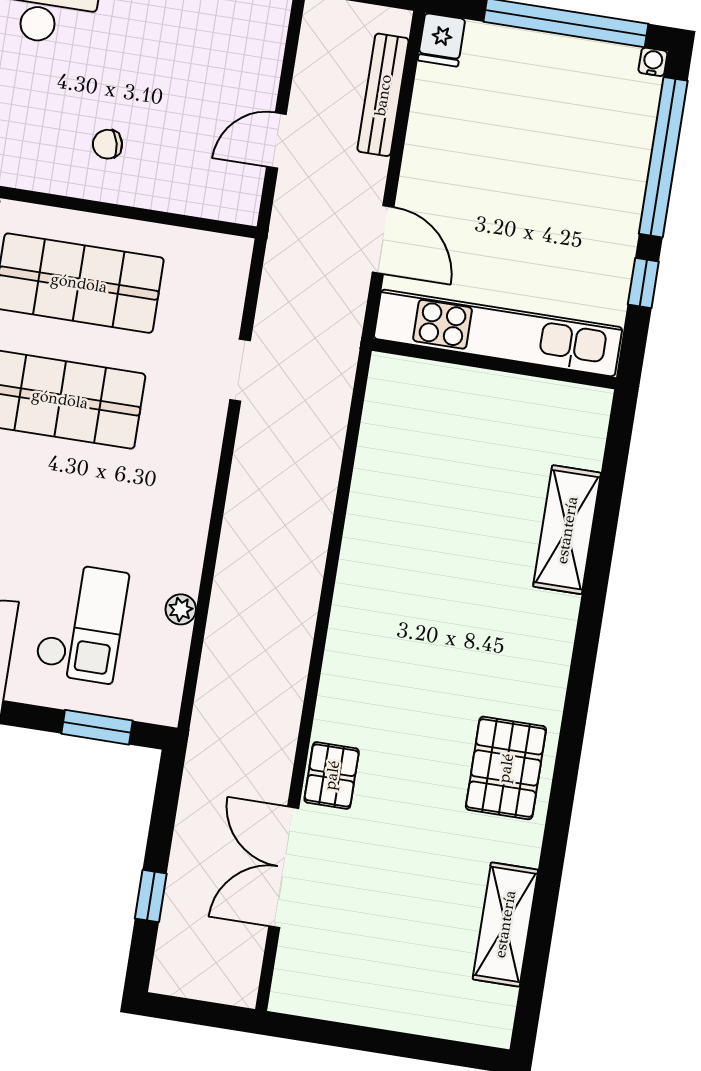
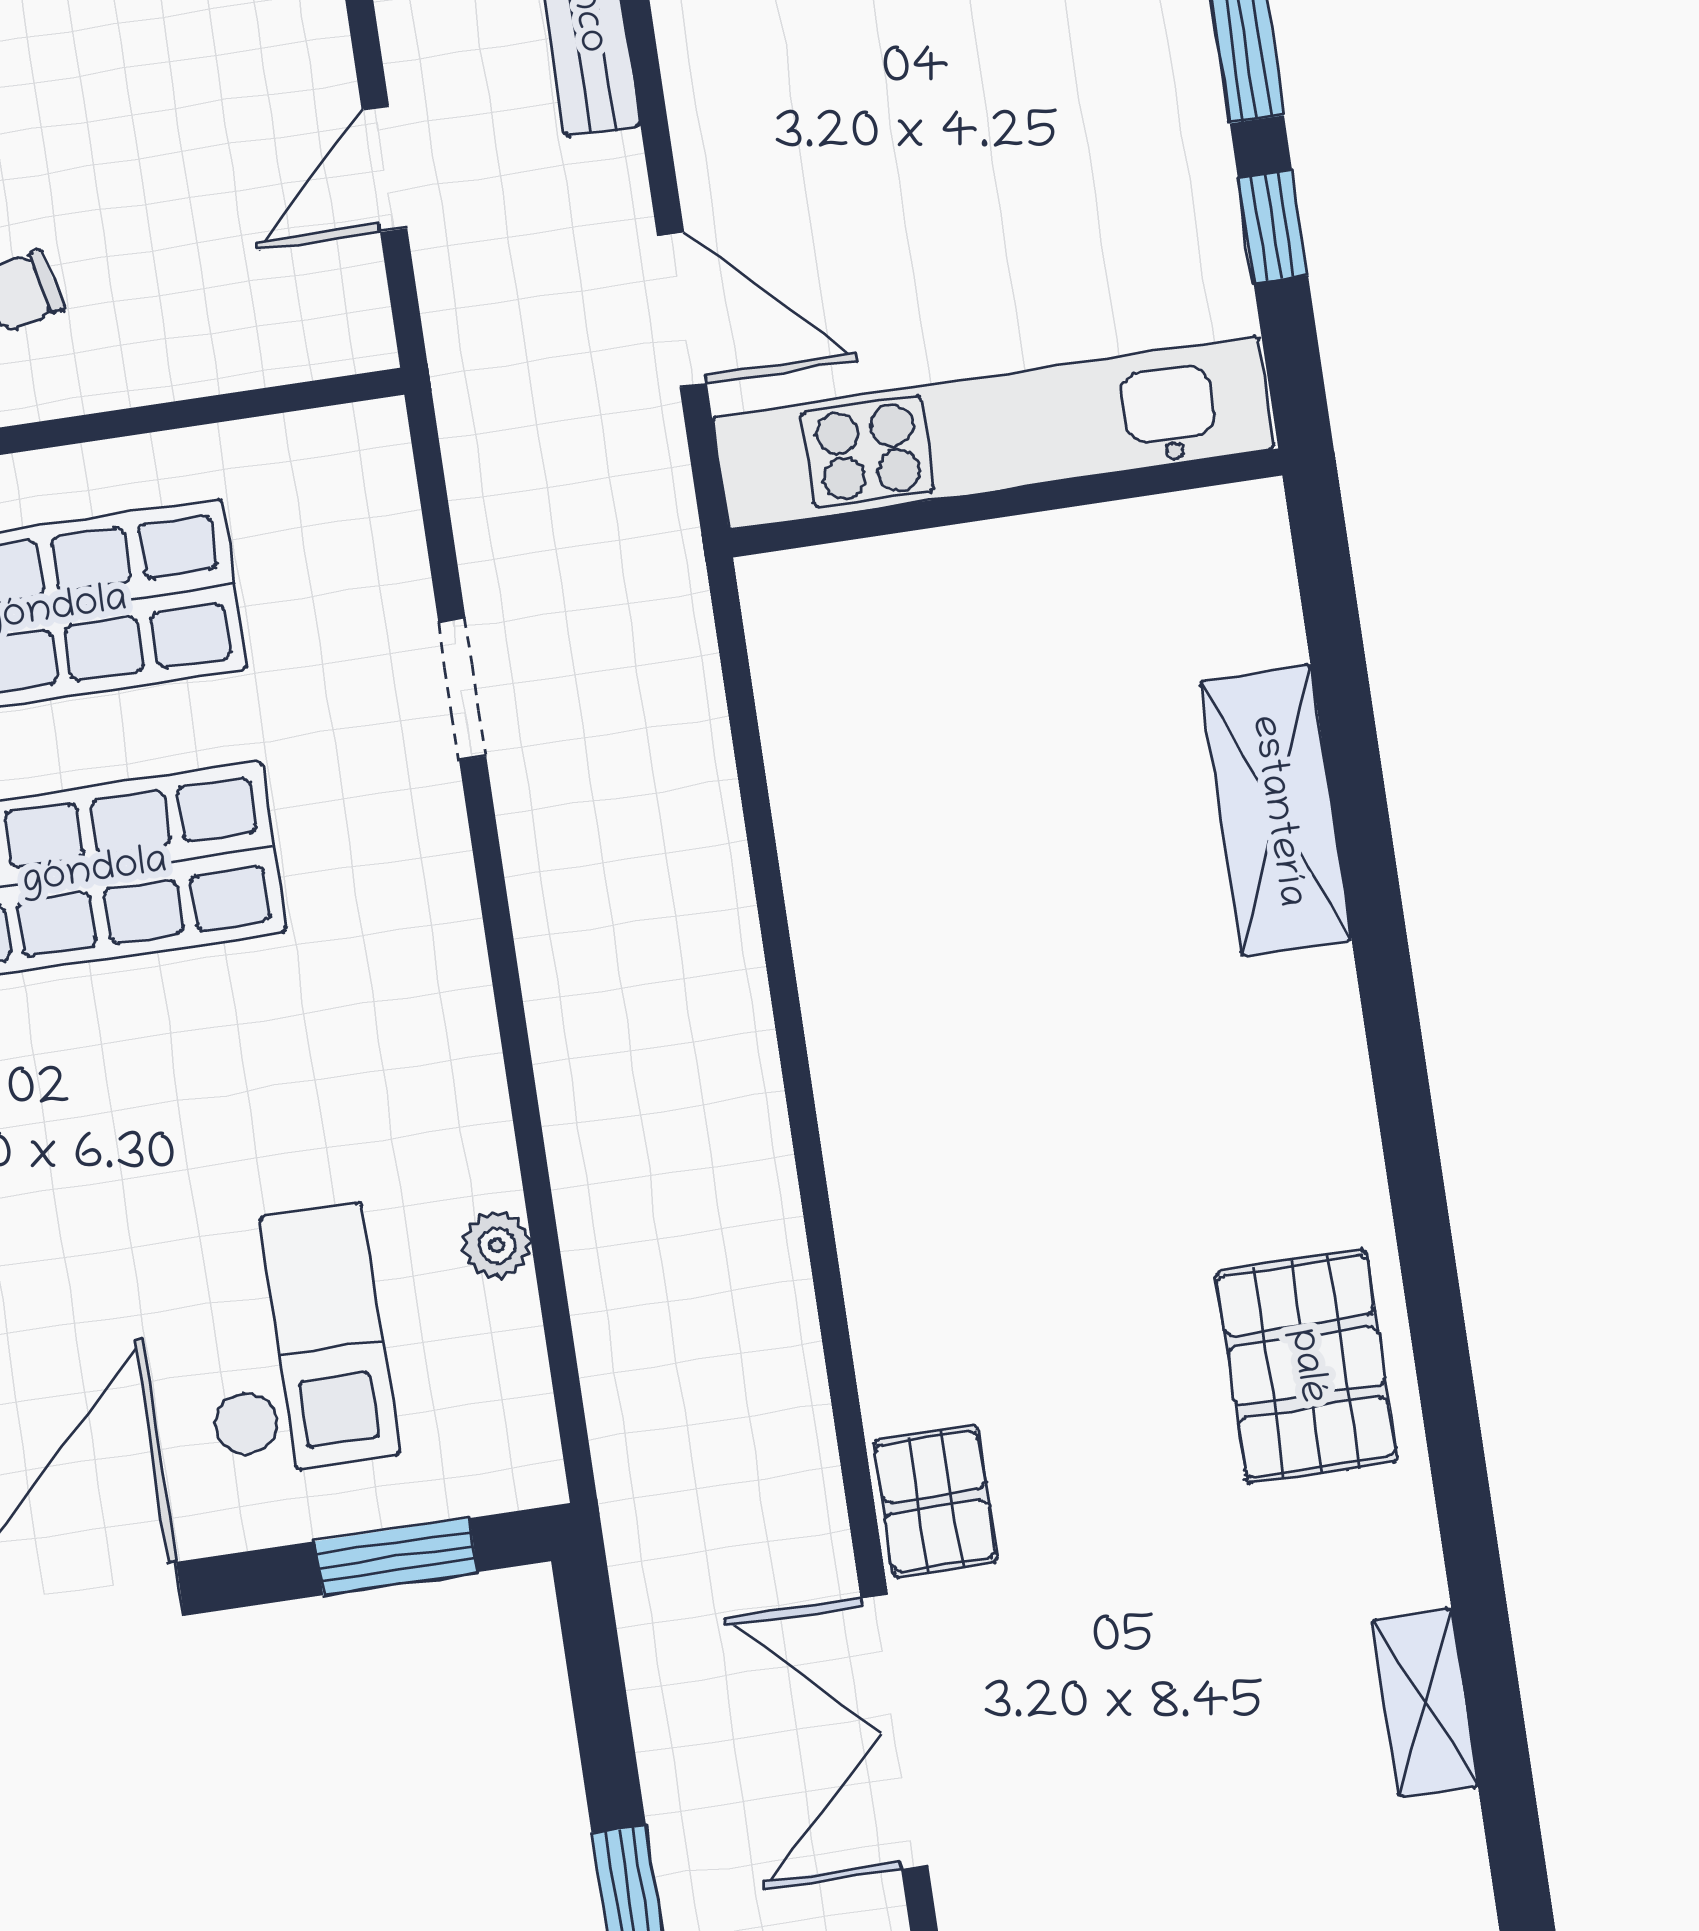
shelving: (505, 924) -> (1425, 1703), width x0.67, depth x0.75

